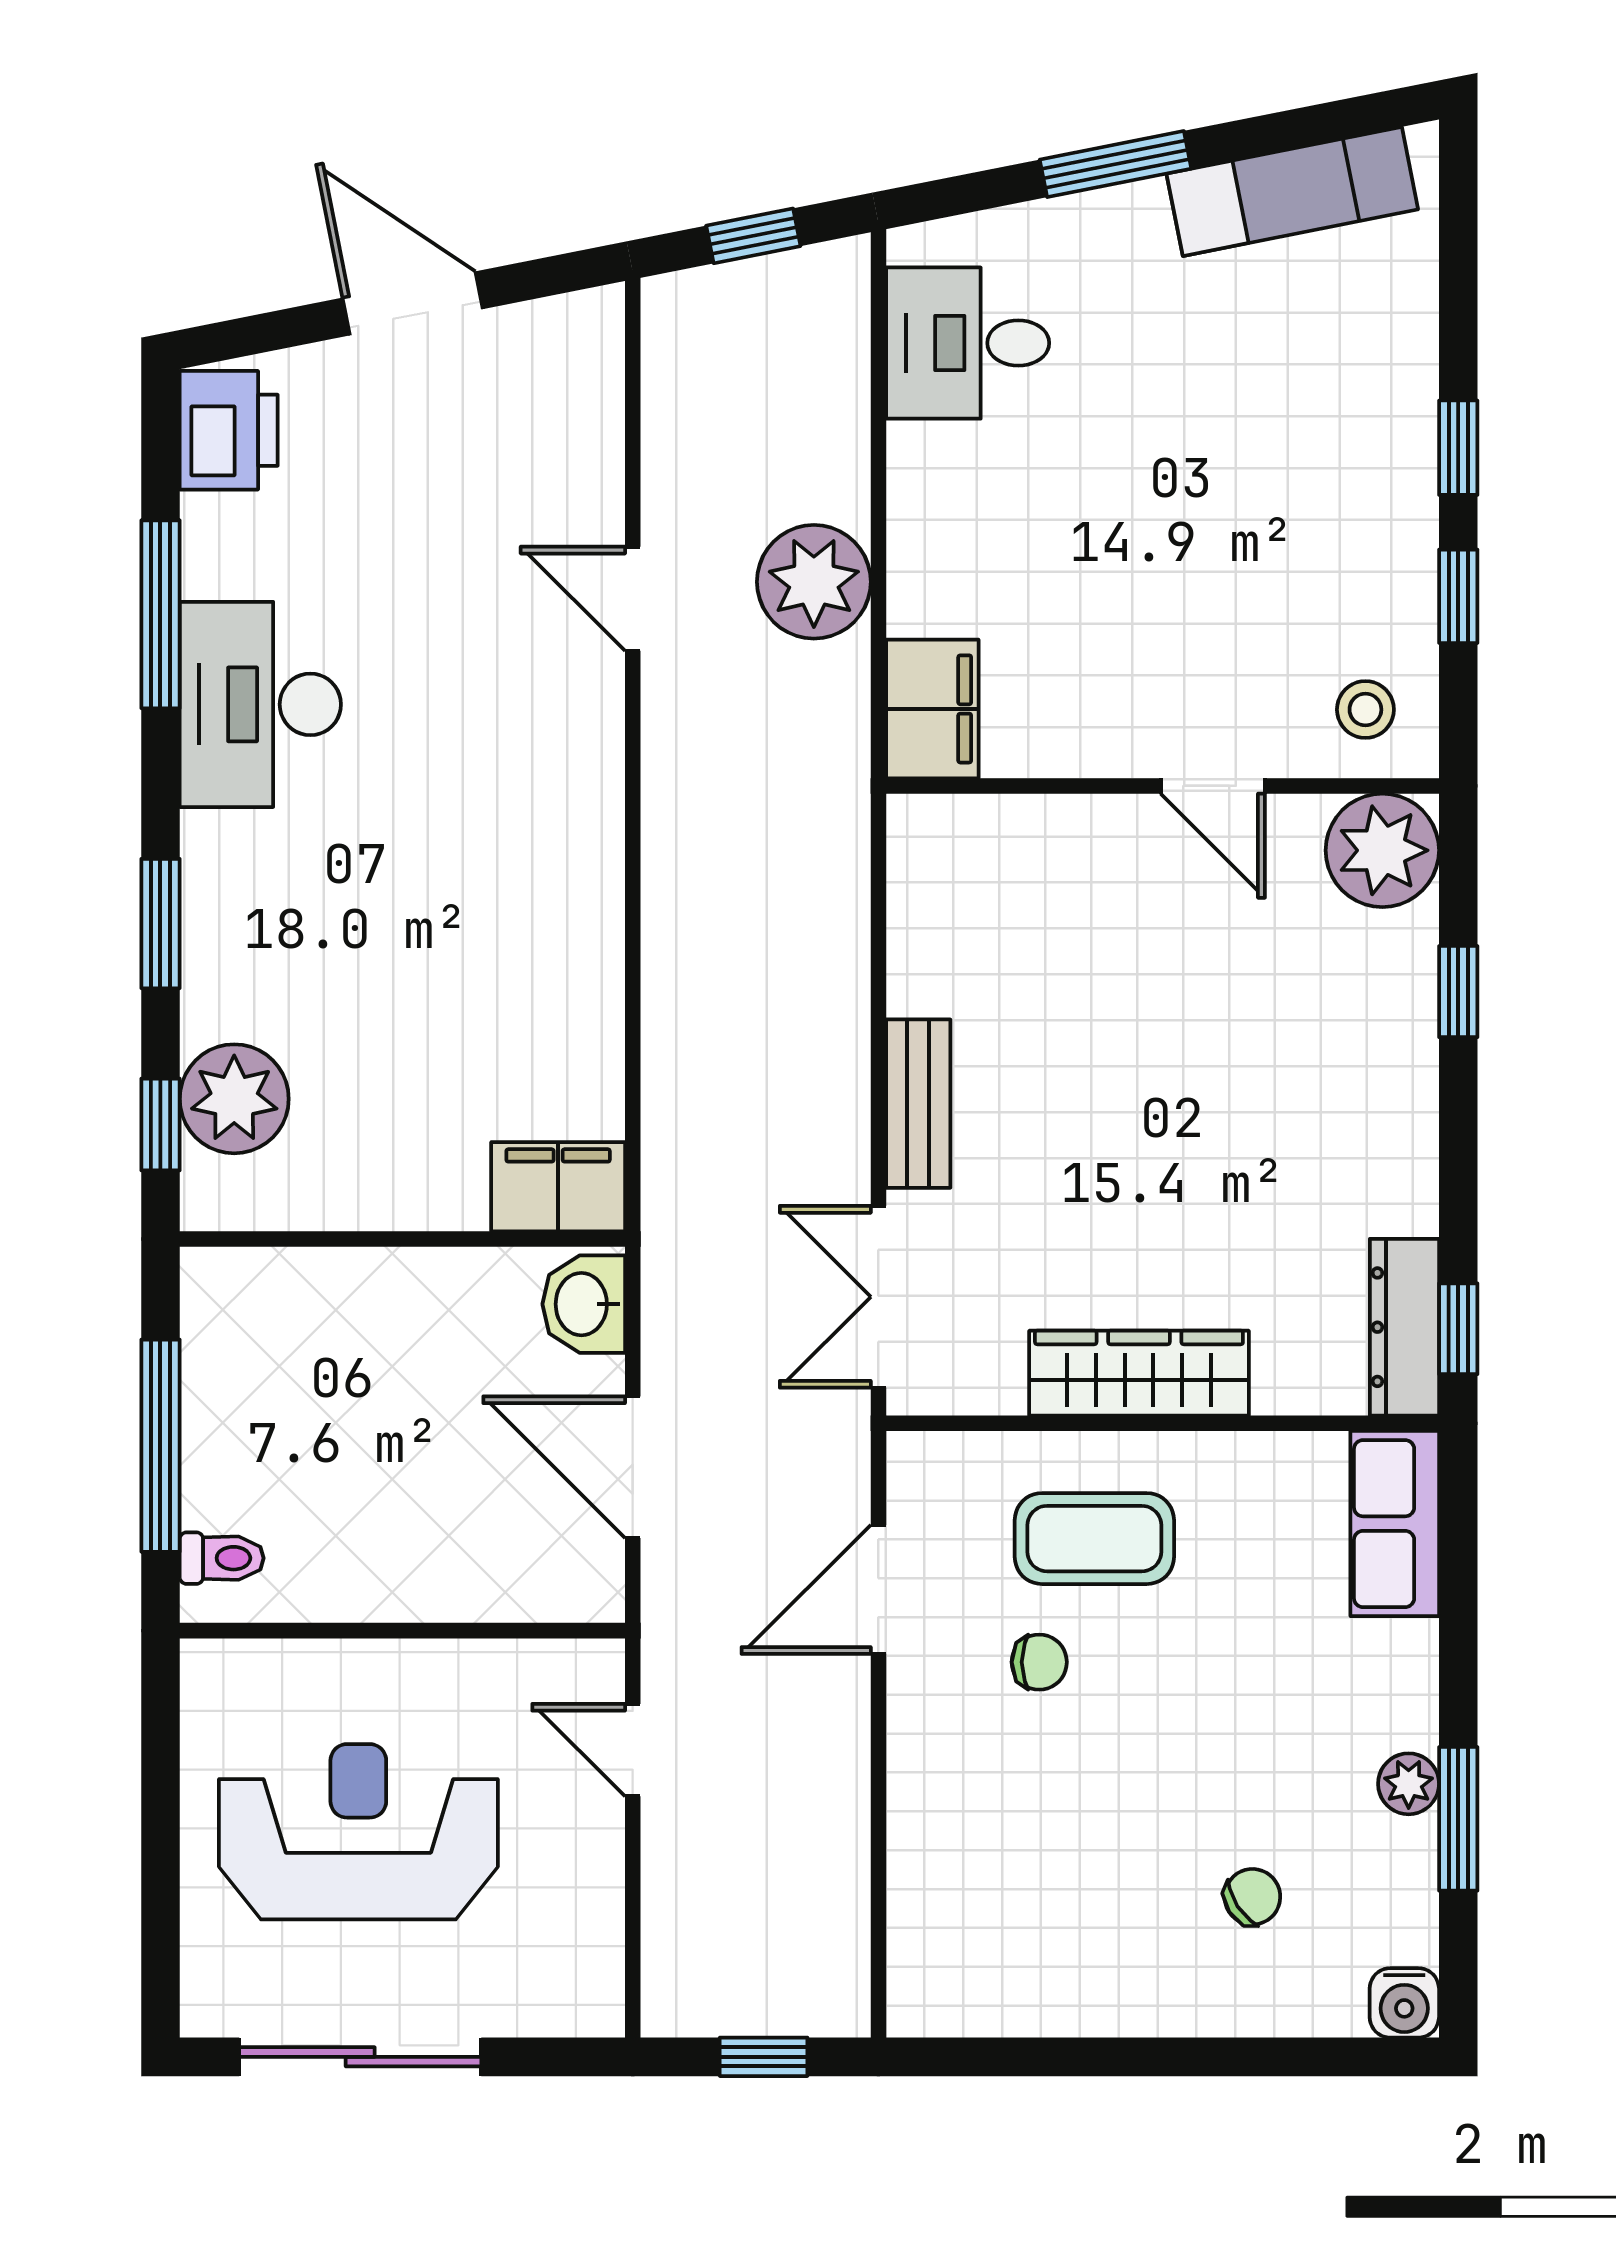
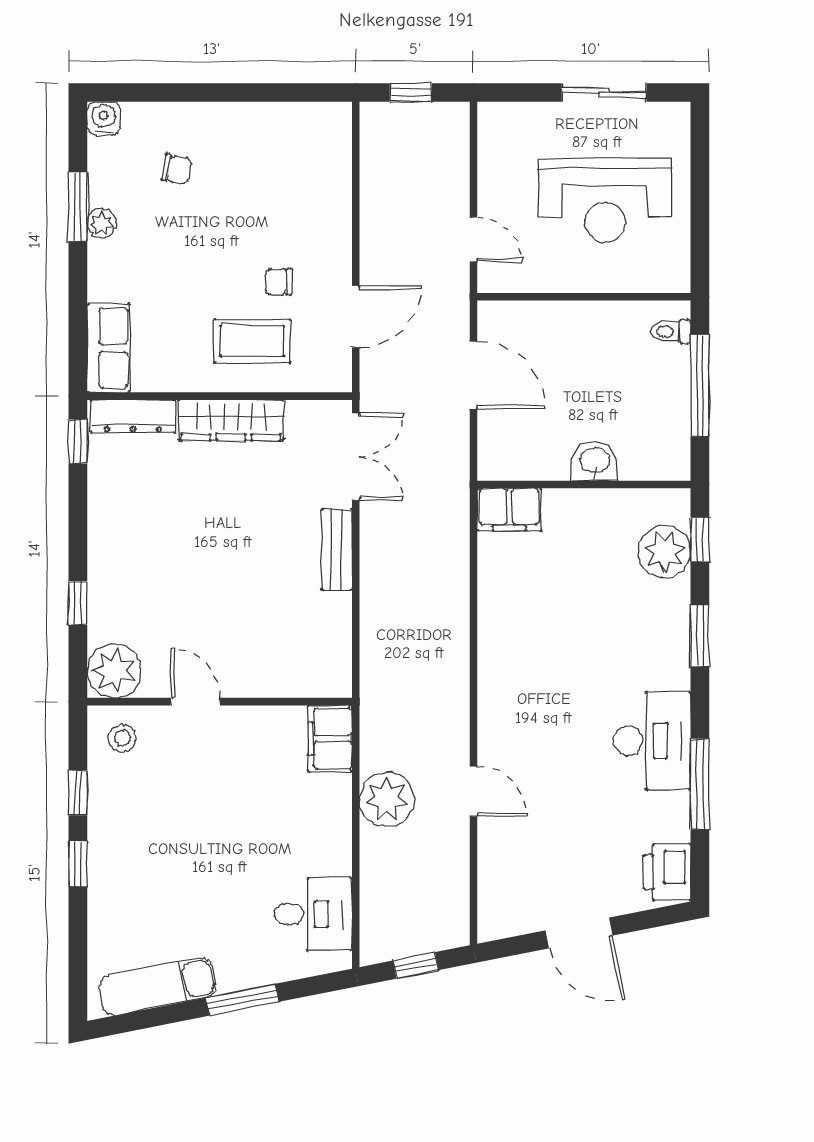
washbasin: (584, 1304) -> (595, 461), moved, turned -90
dresser: (1404, 1327) -> (133, 416), moved, turned 90
chair: (1252, 1897) -> (176, 169), turned -137
sliding door: (360, 2057) -> (604, 92), width x0.73

